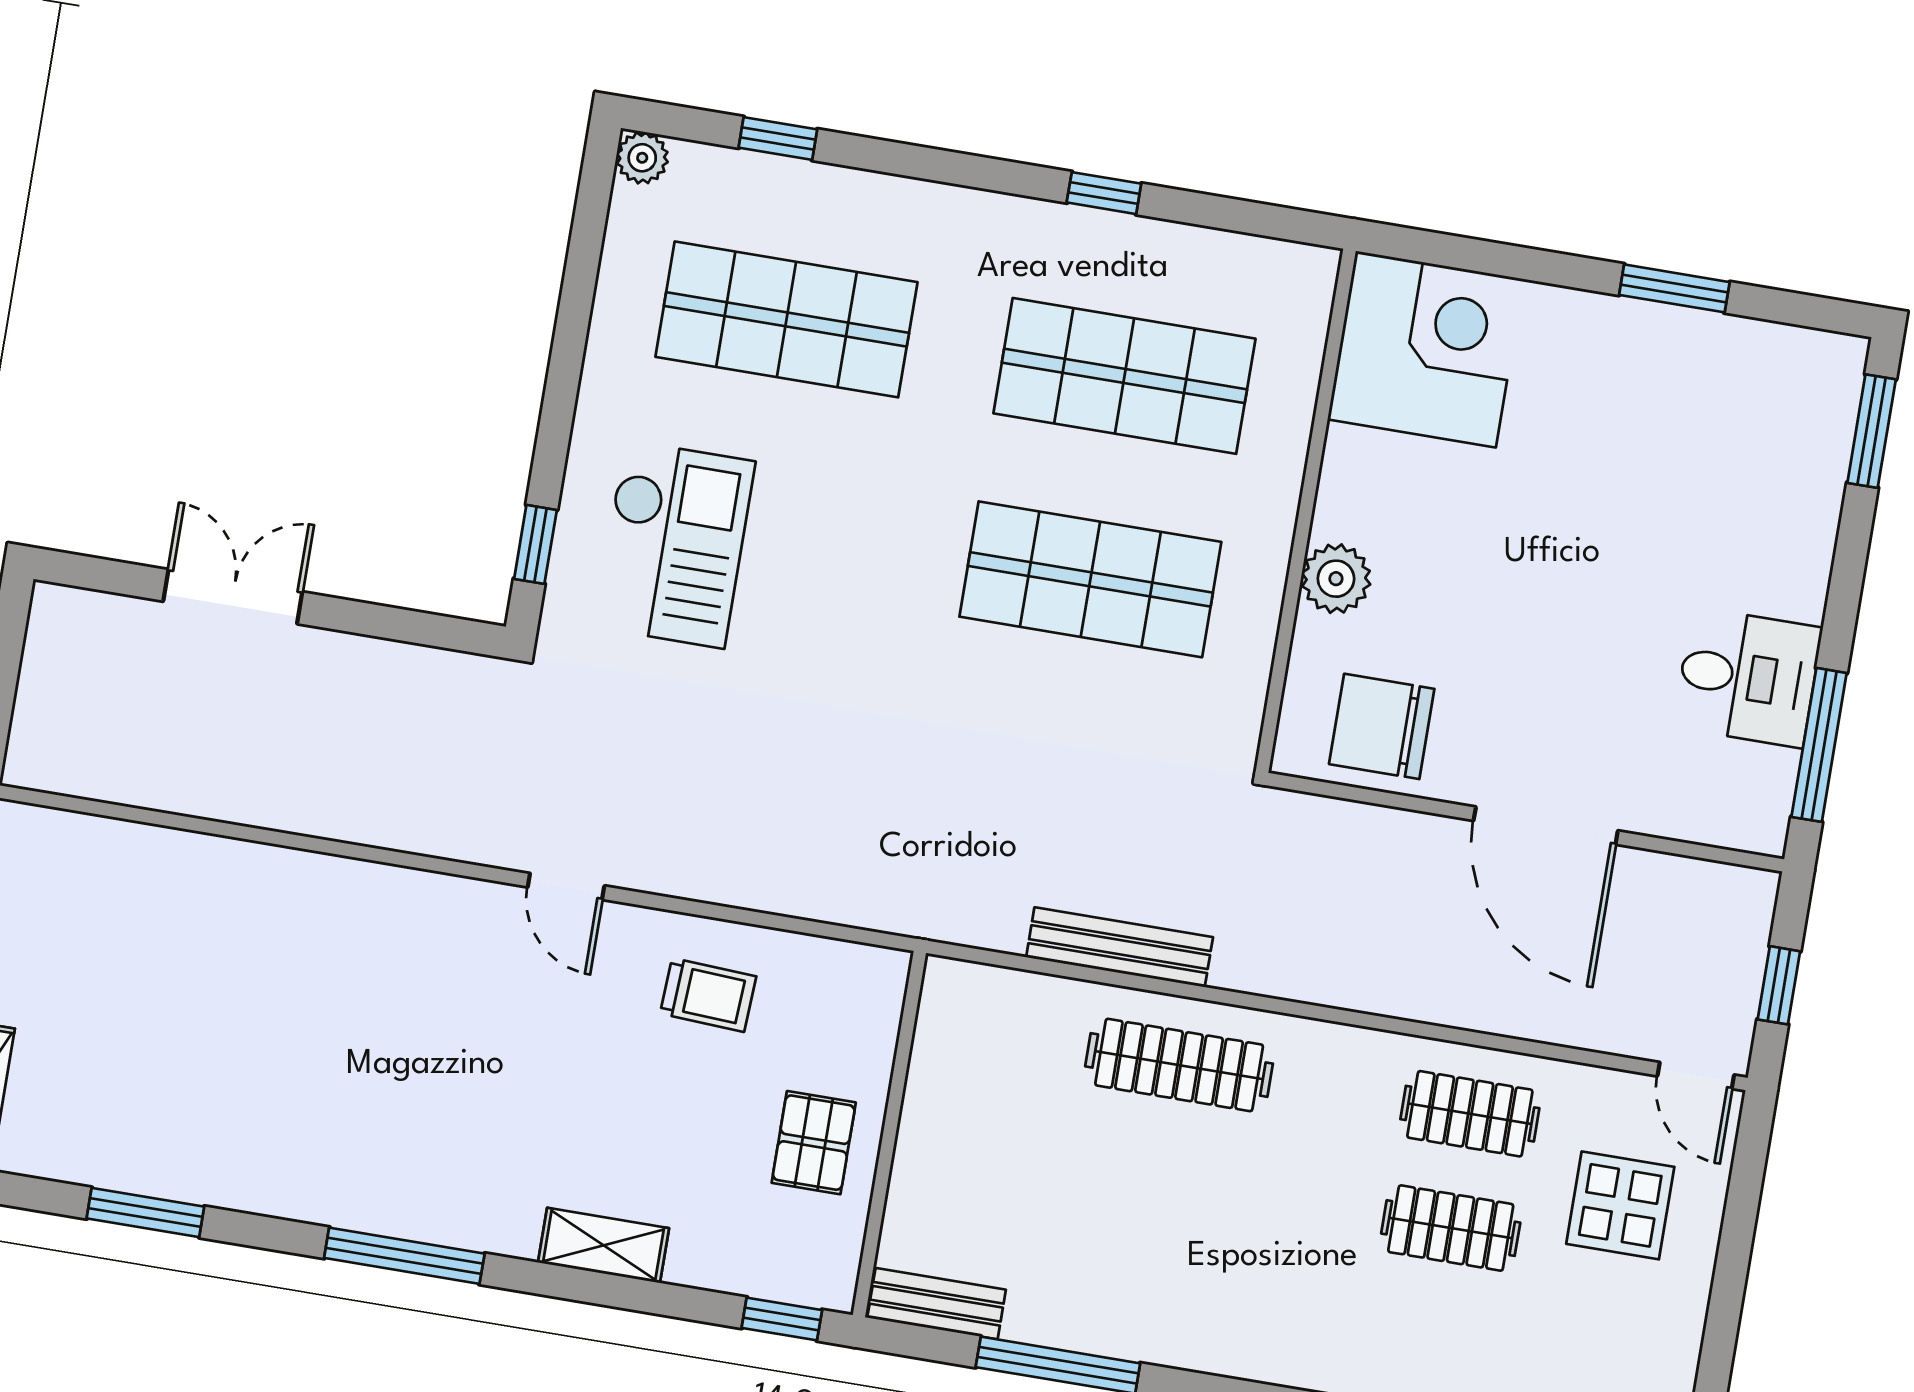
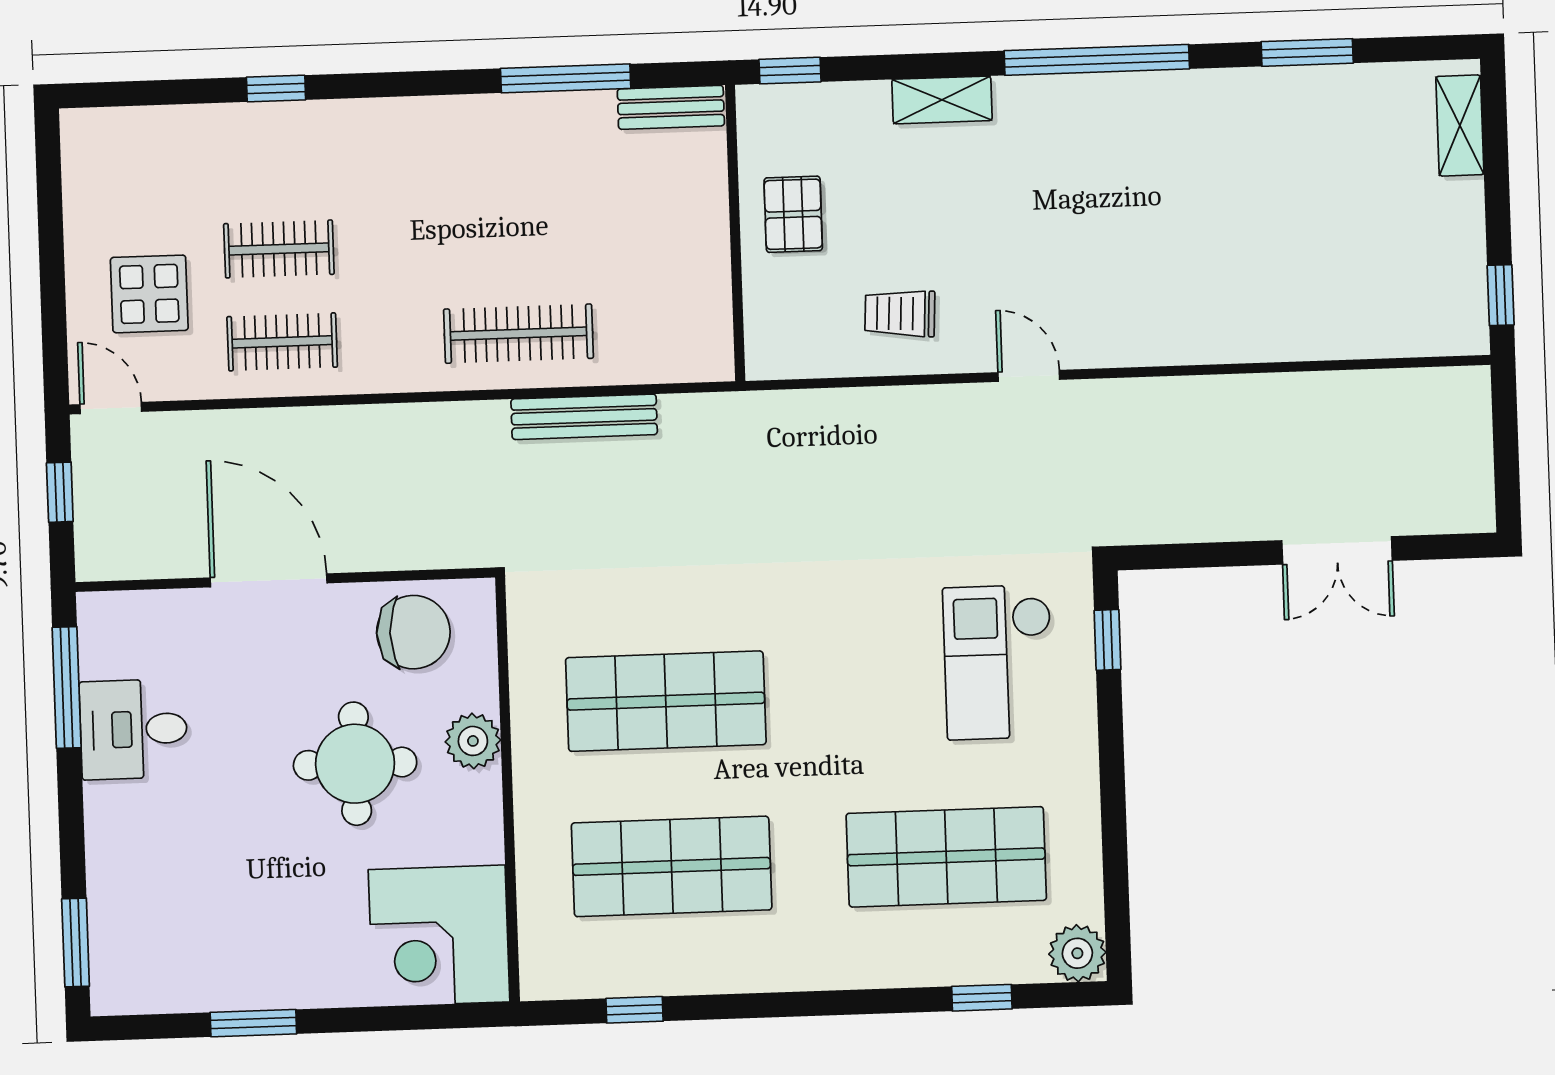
plant: (642, 158) -> (1077, 953), width x1.38, depth x1.38
window: (1104, 193) -> (634, 1010), moved
round table: (1486, 580) -> (355, 764), added
window: (404, 1256) -> (1097, 60), width x1.46

